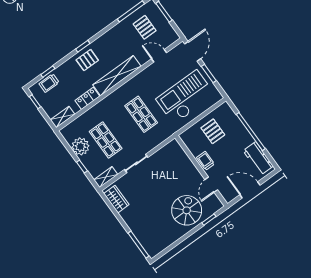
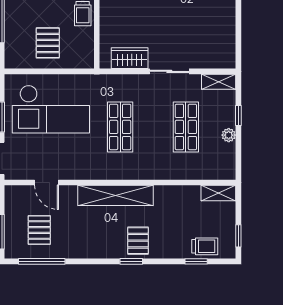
pallet: (87, 60) -> (138, 241), turned 90
locker: (87, 98) -> (172, 194), removed
plant: (80, 146) -> (229, 135), width x0.53, depth x0.53
wardrobe: (116, 199) -> (130, 58), moved, turned 90

